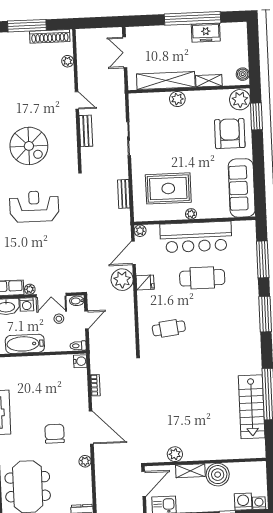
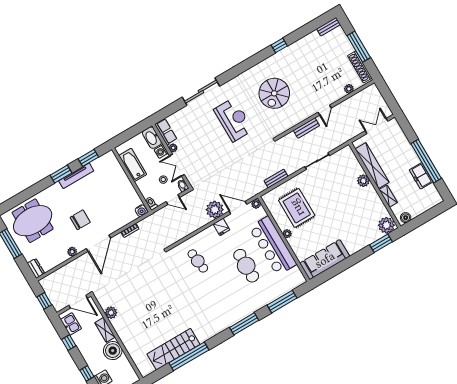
armchair: (230, 134) -> (359, 231), removed

